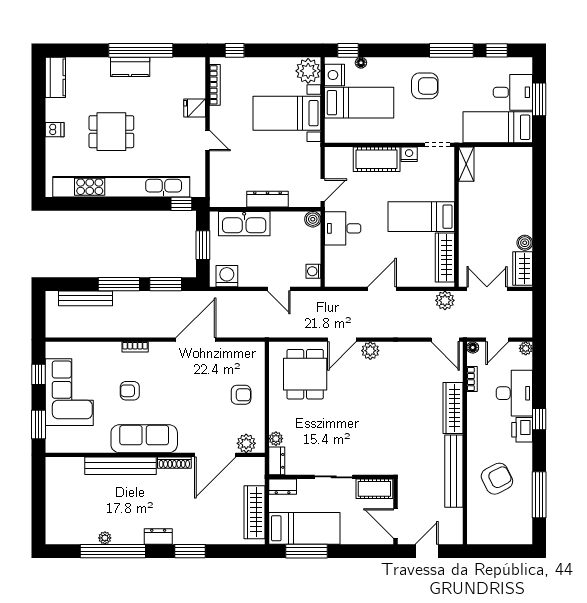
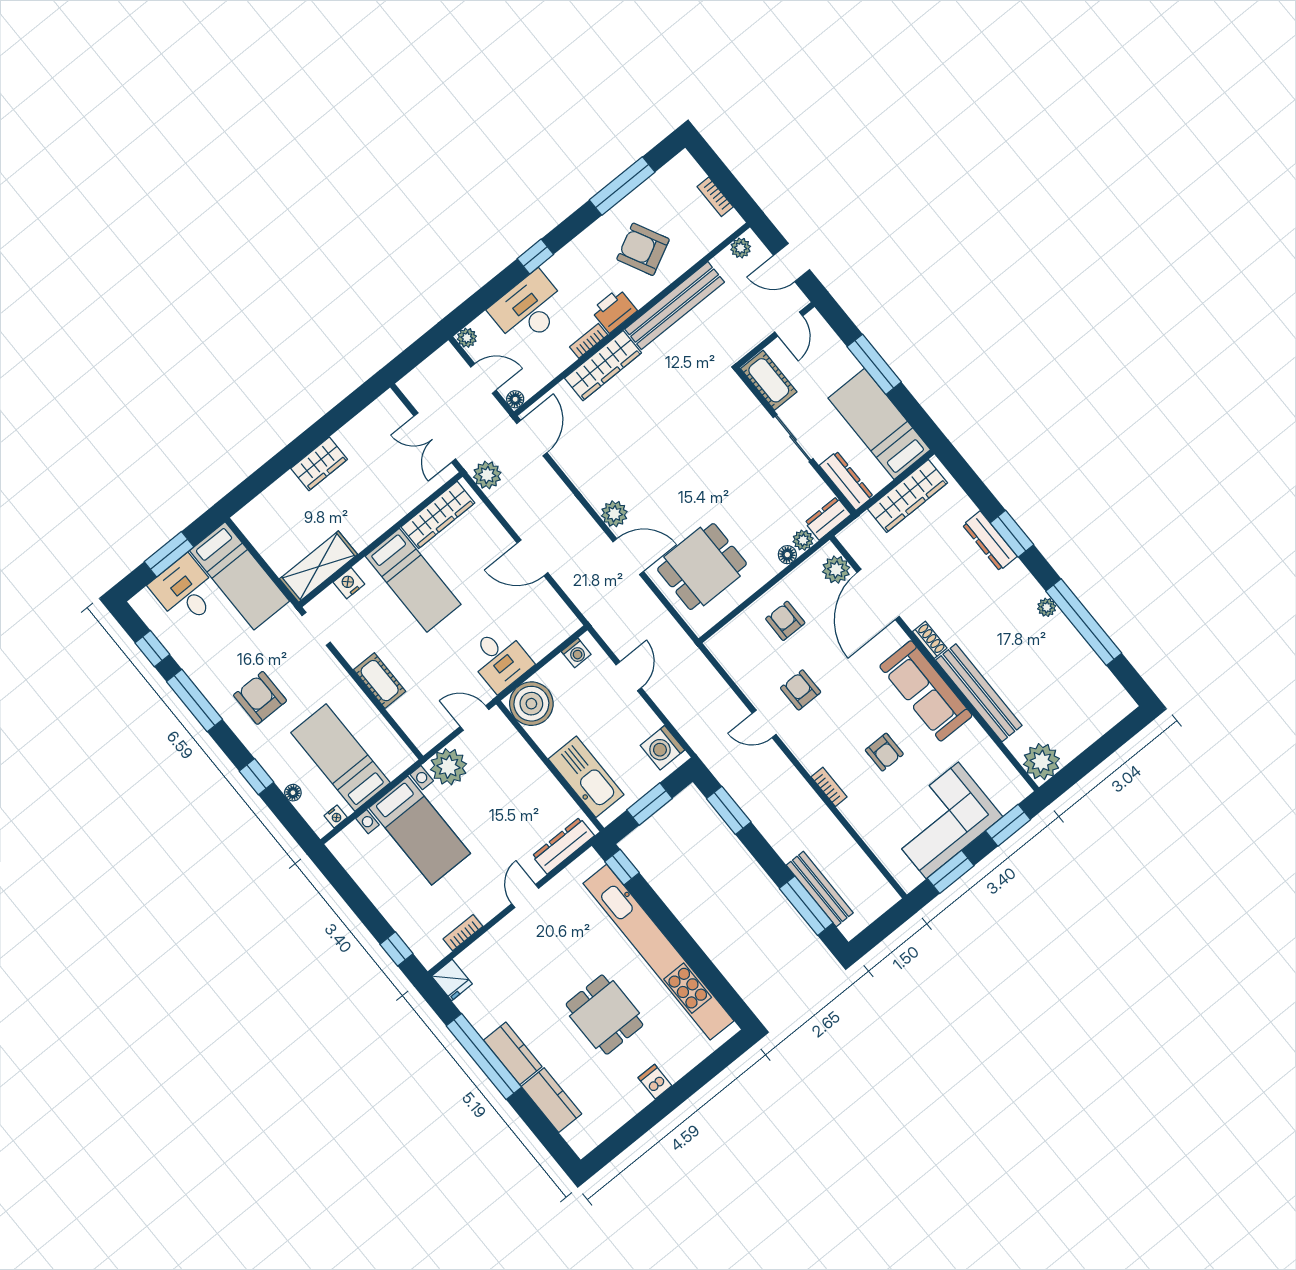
window: (348, 50) -> (256, 777), moved
plant: (308, 71) -> (448, 767), moved
nightstand: (334, 75) -> (336, 817), width x0.53, depth x0.56
kitchen counter: (55, 77) -> (551, 1100), moved, turned 90
bookcase: (215, 85) -> (463, 933), width x0.64
fridge: (195, 108) -> (452, 980), moved
nightstand: (409, 154) -> (349, 583), moved, turned 90
cot: (377, 159) -> (380, 681), width x0.73, depth x0.75
shelving: (466, 164) -> (318, 567), width x1.50, depth x1.33
dresser: (267, 199) -> (563, 846), moved, turned 90
boiler: (313, 219) -> (531, 704), width x1.86, depth x1.86
boiler: (525, 243) -> (347, 437), removed
wardrobe: (523, 269) -> (319, 464), moved
window: (119, 284) -> (806, 906), moved
door: (196, 340) -> (764, 724), width x0.53
armchair: (198, 373) -> (801, 690), added
window: (38, 374) -> (951, 872), width x1.50
bookcase: (472, 379) -> (589, 341), moved
floor lamp: (275, 424) -> (787, 555), added
printer: (522, 430) -> (614, 310), moved, turned 180
door: (215, 455) -> (878, 594), swing flipped
shoe rack: (174, 463) -> (930, 640), width x0.70
plant: (58, 469) -> (1041, 762), added
dresser: (283, 487) -> (846, 481), width x1.44
door: (396, 523) -> (789, 324), width x0.73
plant: (456, 531) -> (741, 248), added
dresser: (158, 536) -> (990, 541), moved, width x1.44
plant: (105, 538) -> (1047, 607), moved
bookcase: (494, 539) -> (715, 197), added
window: (306, 551) -> (874, 364), moved

